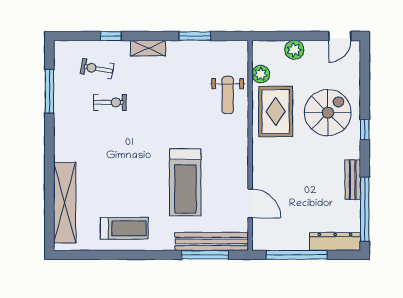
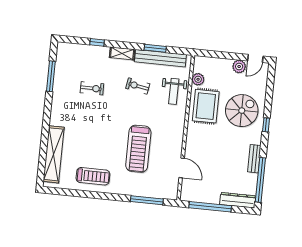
plant: (294, 50) -> (239, 66), moved
exercise bike: (97, 69) -> (138, 86), moved
bench: (212, 241) -> (160, 58), moved

